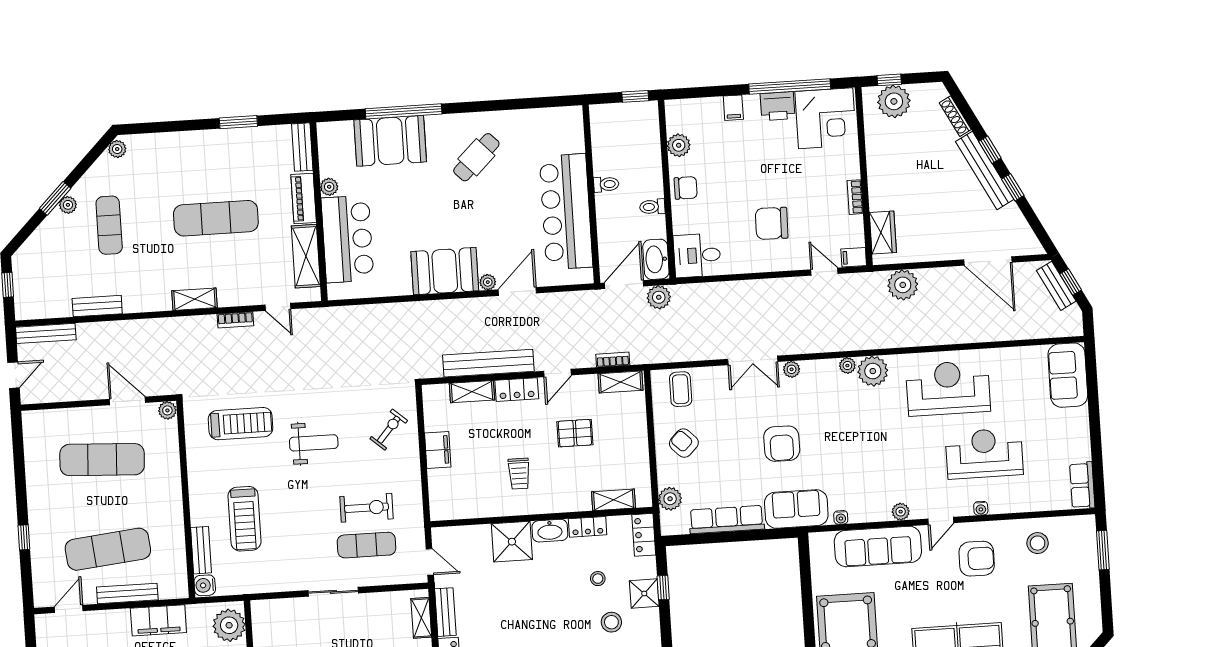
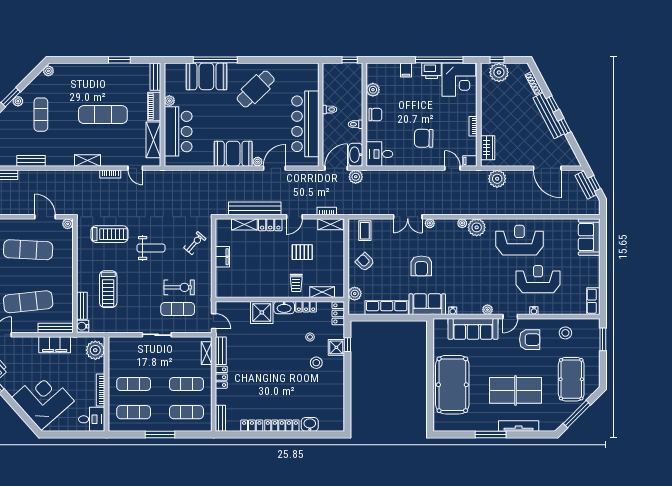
cafe table: (476, 157) -> (256, 89), width x1.37, depth x1.35
trolley: (519, 474) -> (296, 283), moved
bench: (127, 593) -> (56, 328), moved

